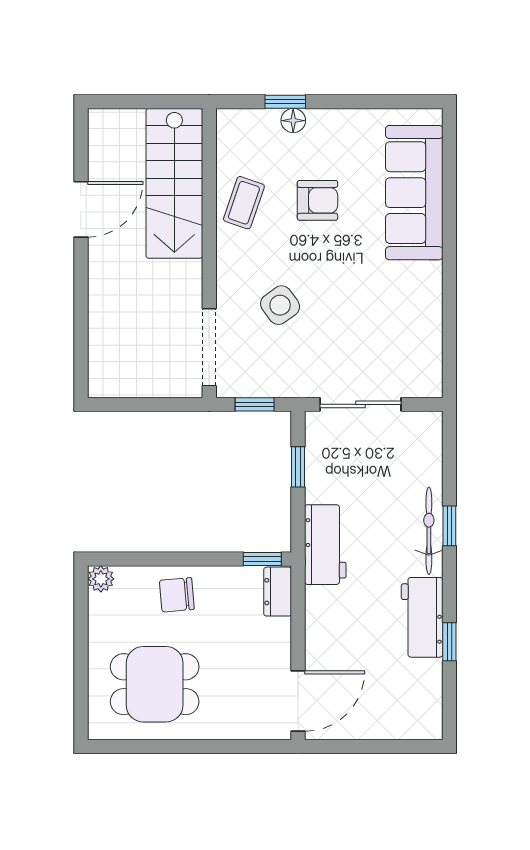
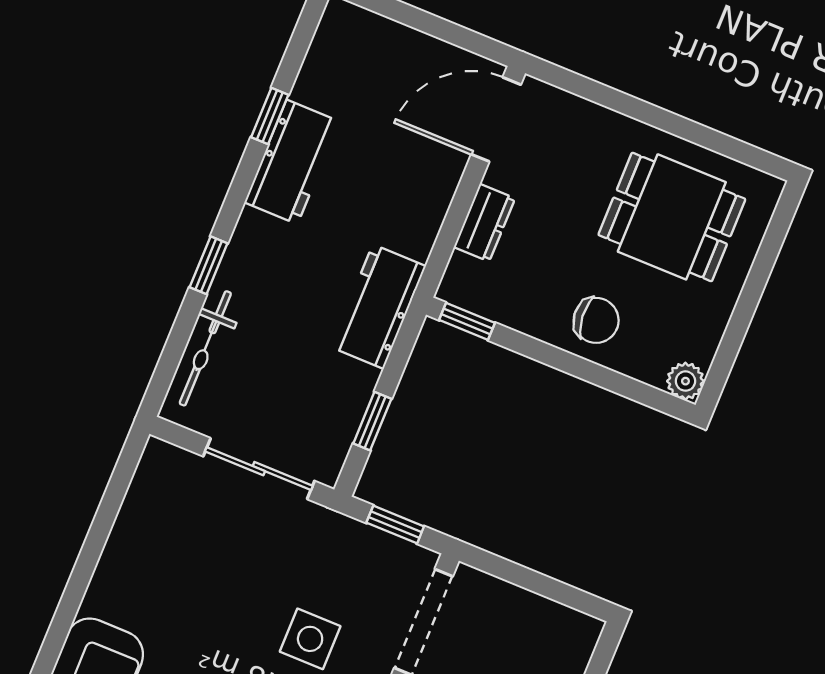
side table: (280, 305) -> (310, 639), turned 36
bicycle: (429, 531) -> (205, 348), moved
dresser: (278, 592) -> (484, 223), moved

